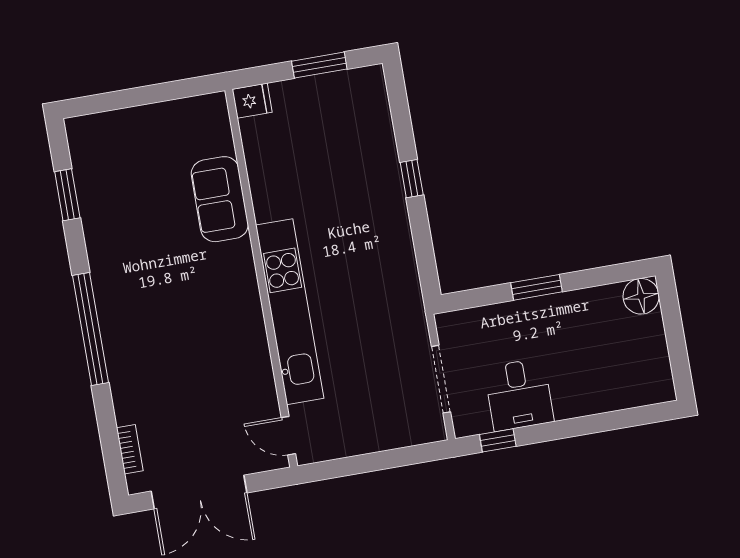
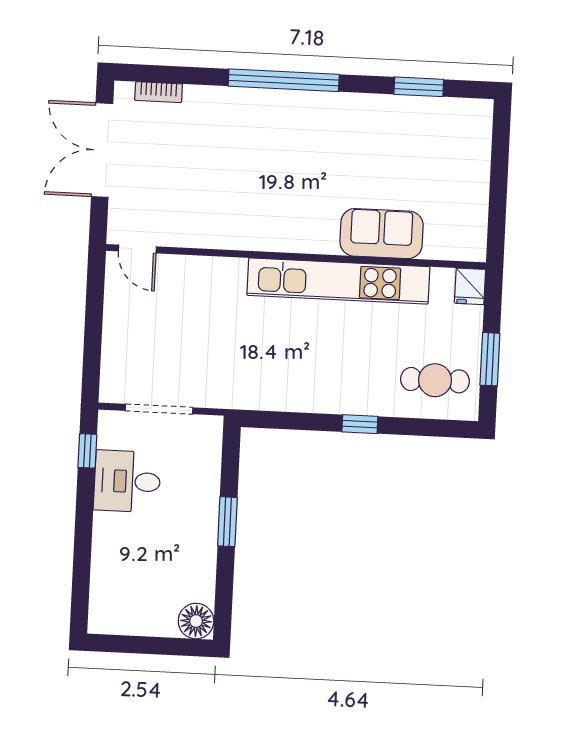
cafe table: (352, 114) -> (435, 380), added
kitchen unit: (290, 312) -> (338, 281), moved
door: (288, 436) -> (137, 249), swing flipped

